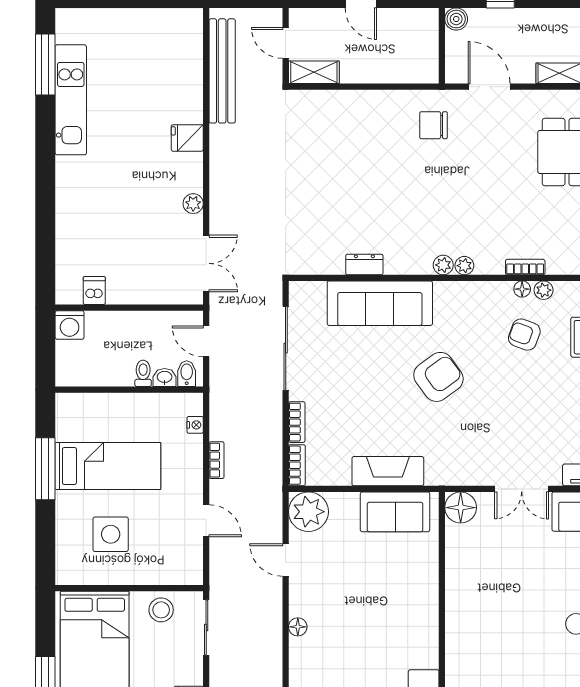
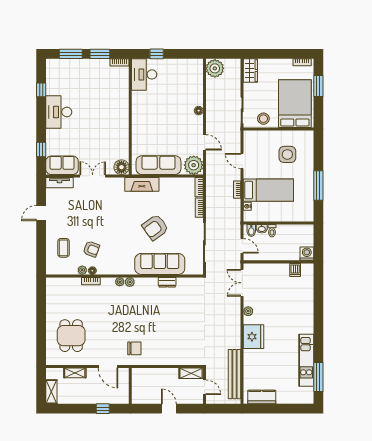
boiler: (456, 19) -> (124, 399), removed
kitchen counter: (165, 22) -> (262, 397), added
fridge: (187, 138) -> (254, 337), width x1.88, depth x1.34
armchair: (438, 377) -> (155, 227), moved
bed: (108, 466) -> (268, 190), moved, turned 180
fireplace: (388, 471) -> (142, 184), moved
sofa: (395, 512) -> (158, 165), width x1.36

